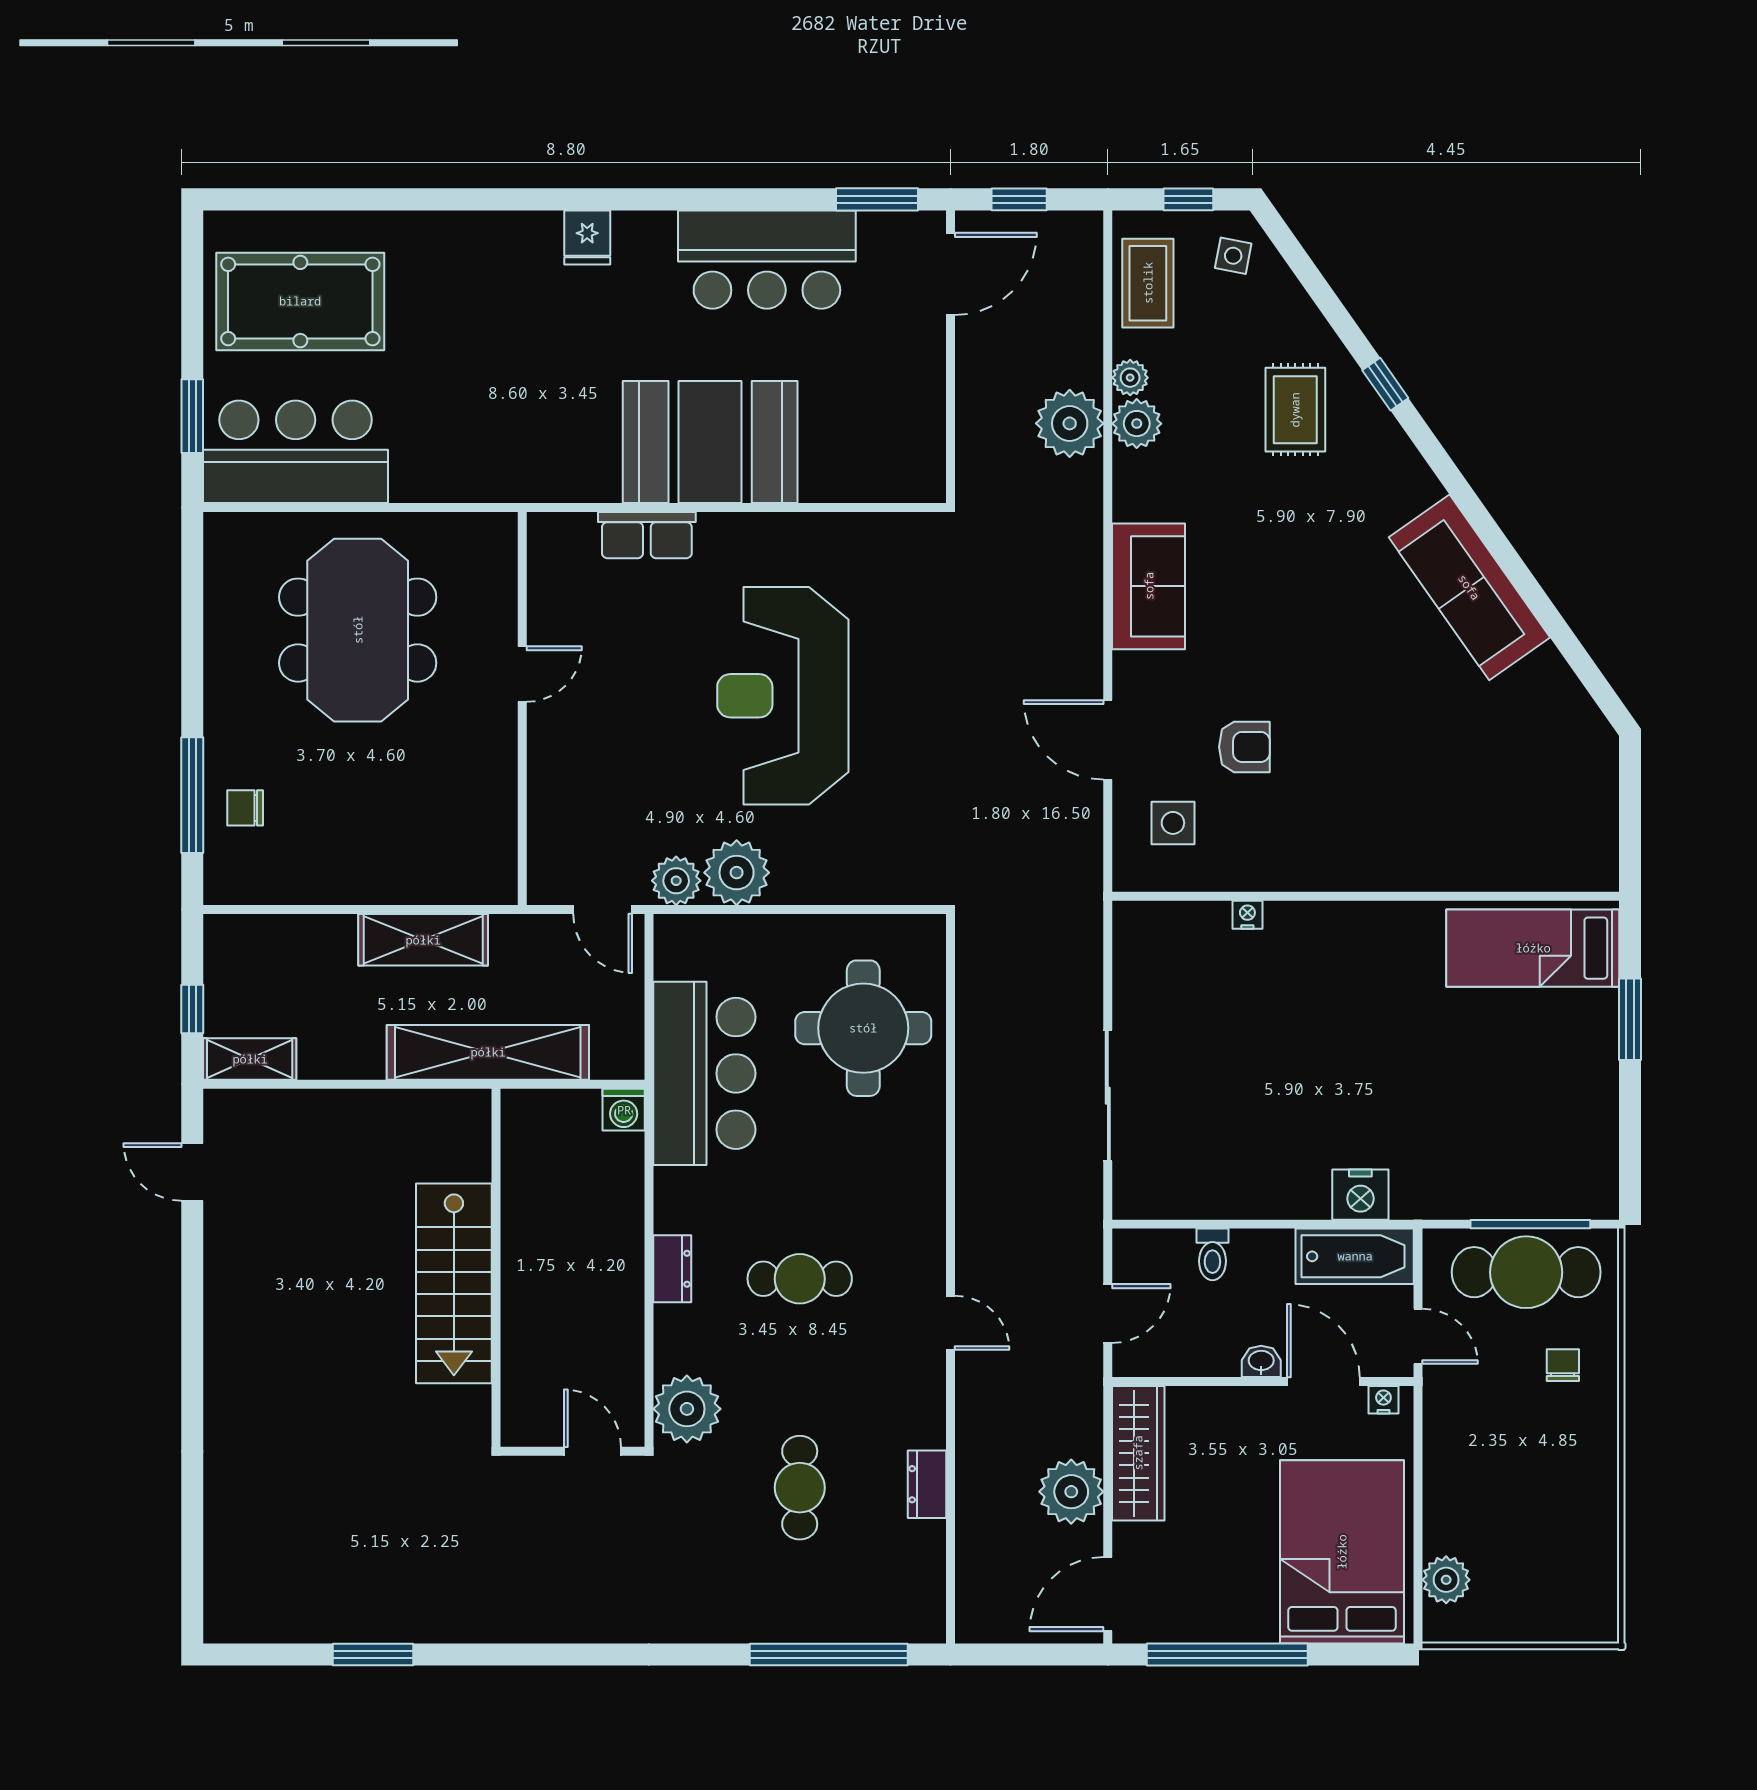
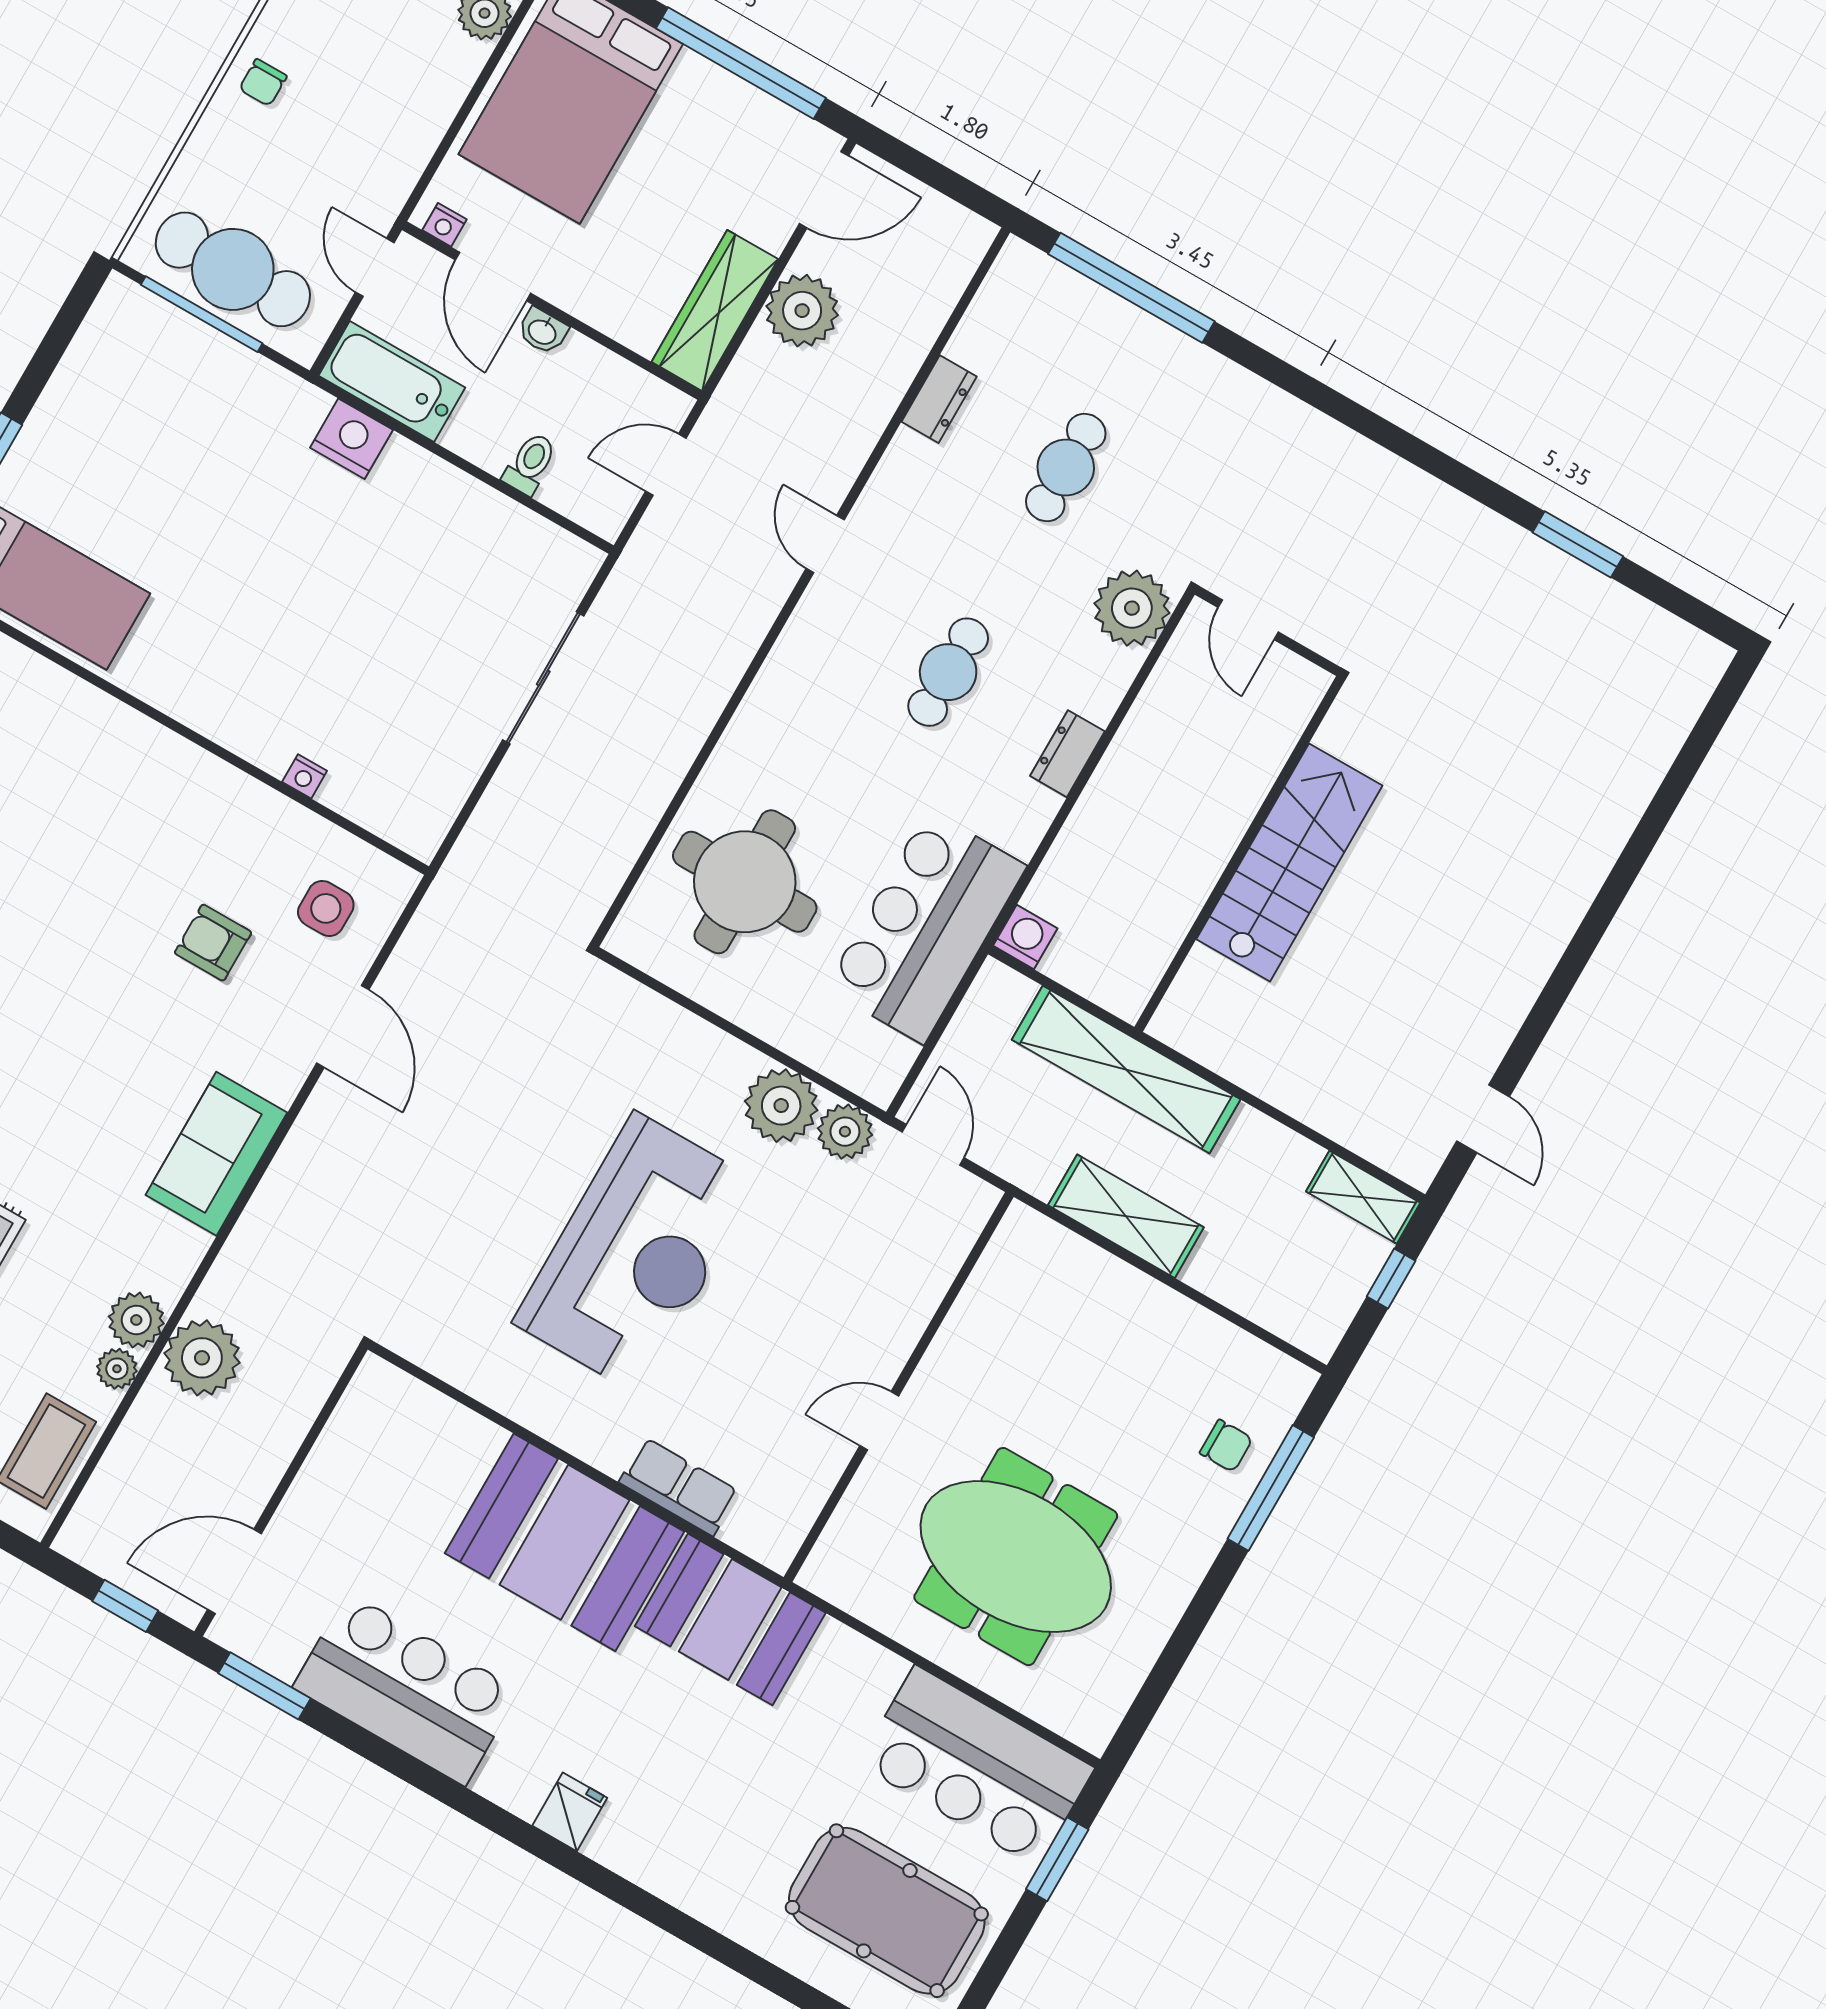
booth: (549, 456) -> (730, 1619), added
meeting table: (358, 630) -> (1016, 1557), turned 90
cafe table: (800, 1279) -> (948, 672), turned 90
chair: (1563, 1365) -> (263, 83), moved

